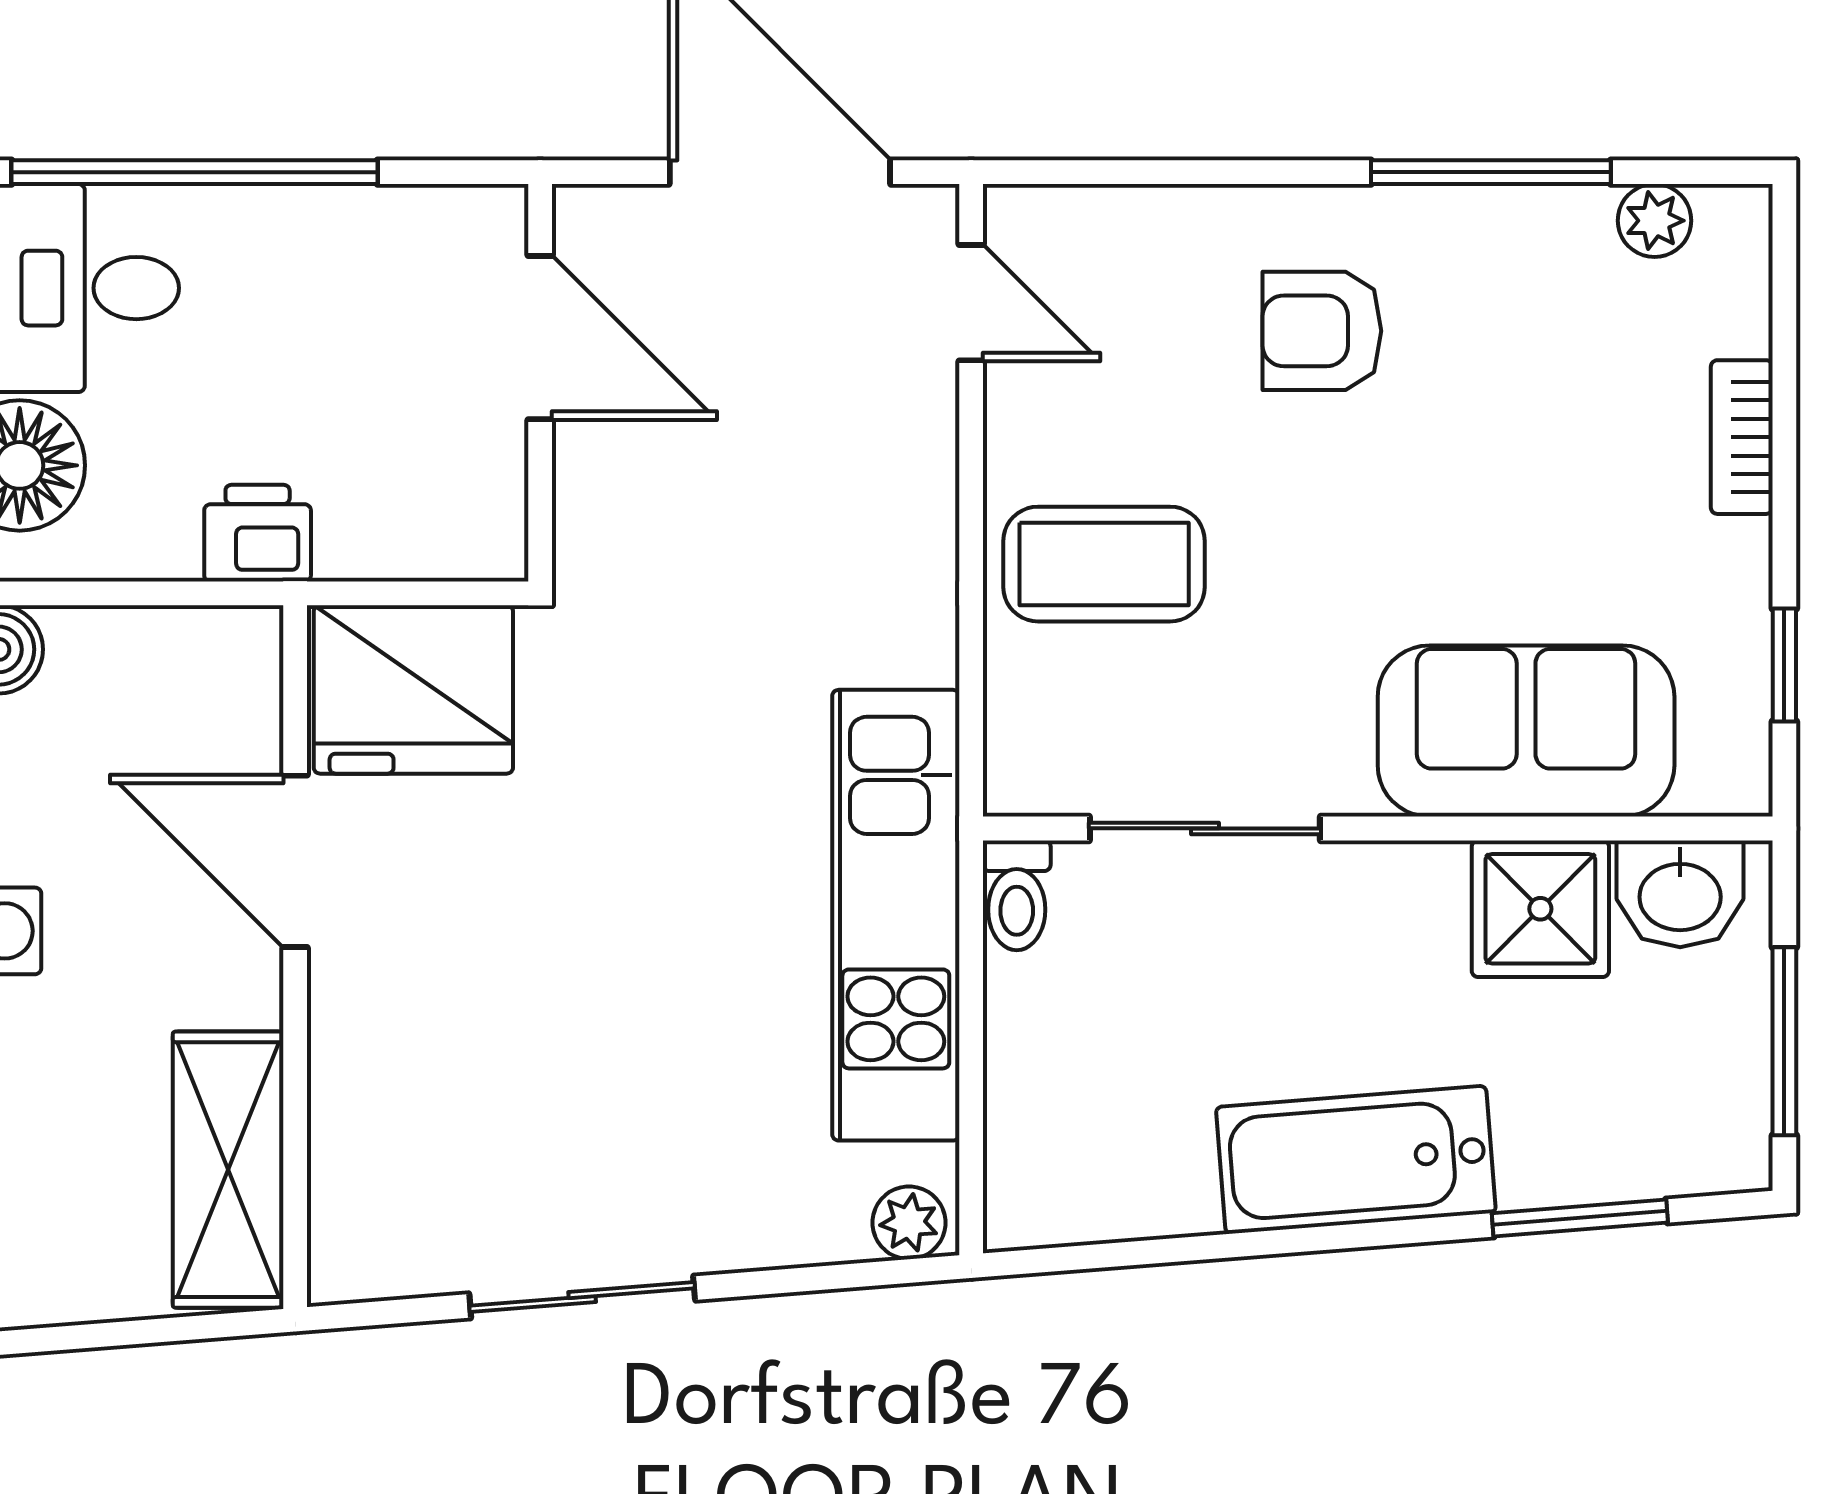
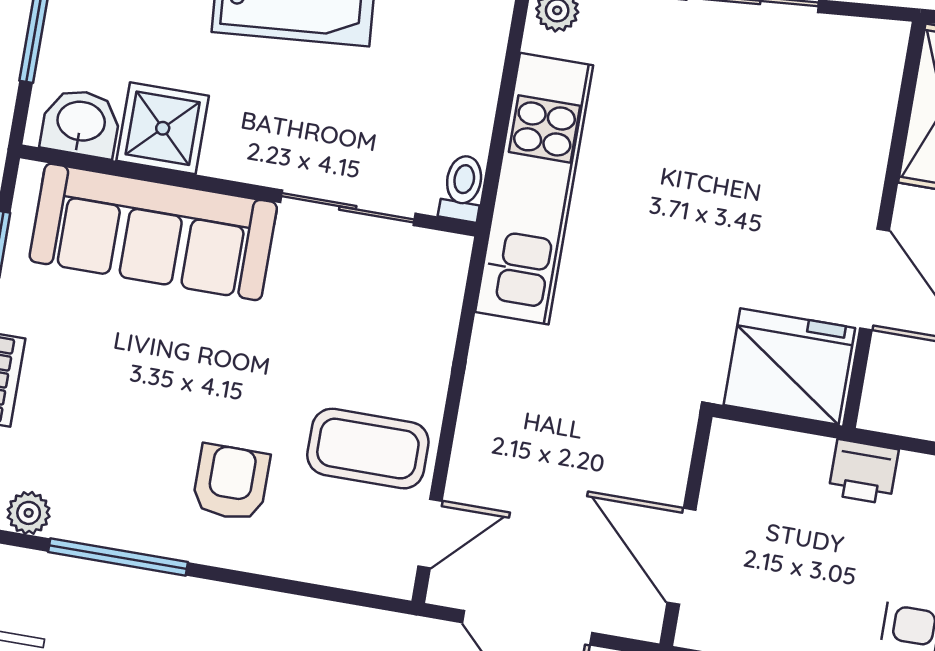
door: (971, 303) -> (430, 534), swing flipped
armchair: (1322, 331) -> (231, 482), turned -90
coffee table: (1104, 564) -> (368, 449), moved
sofa: (1526, 731) -> (153, 232), width x1.36

